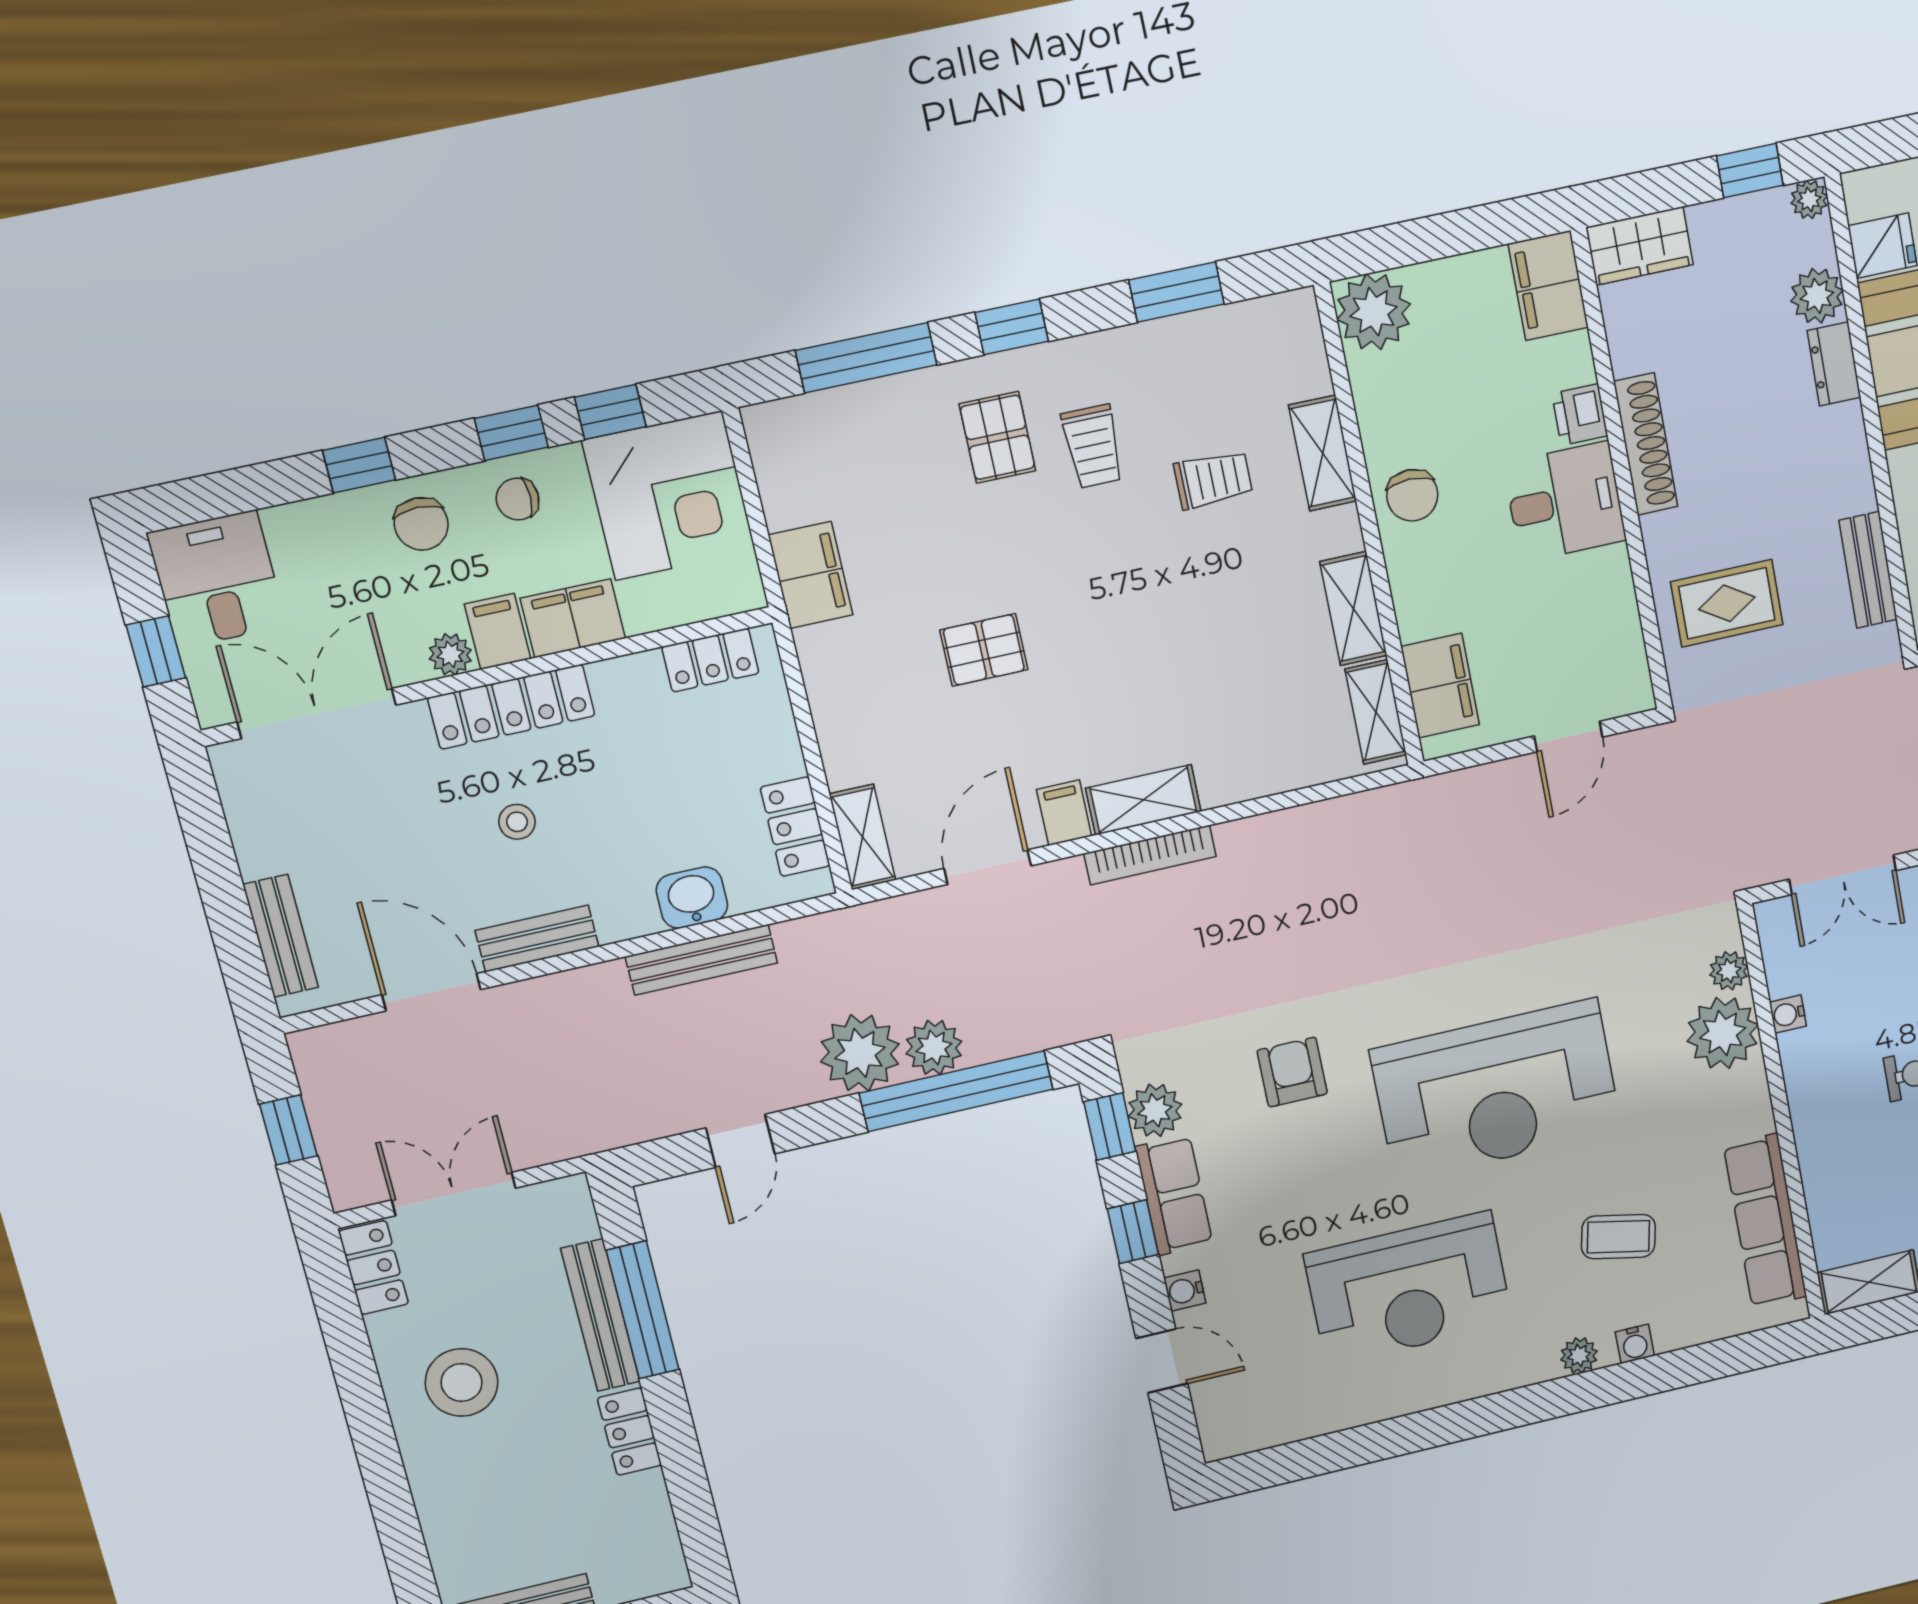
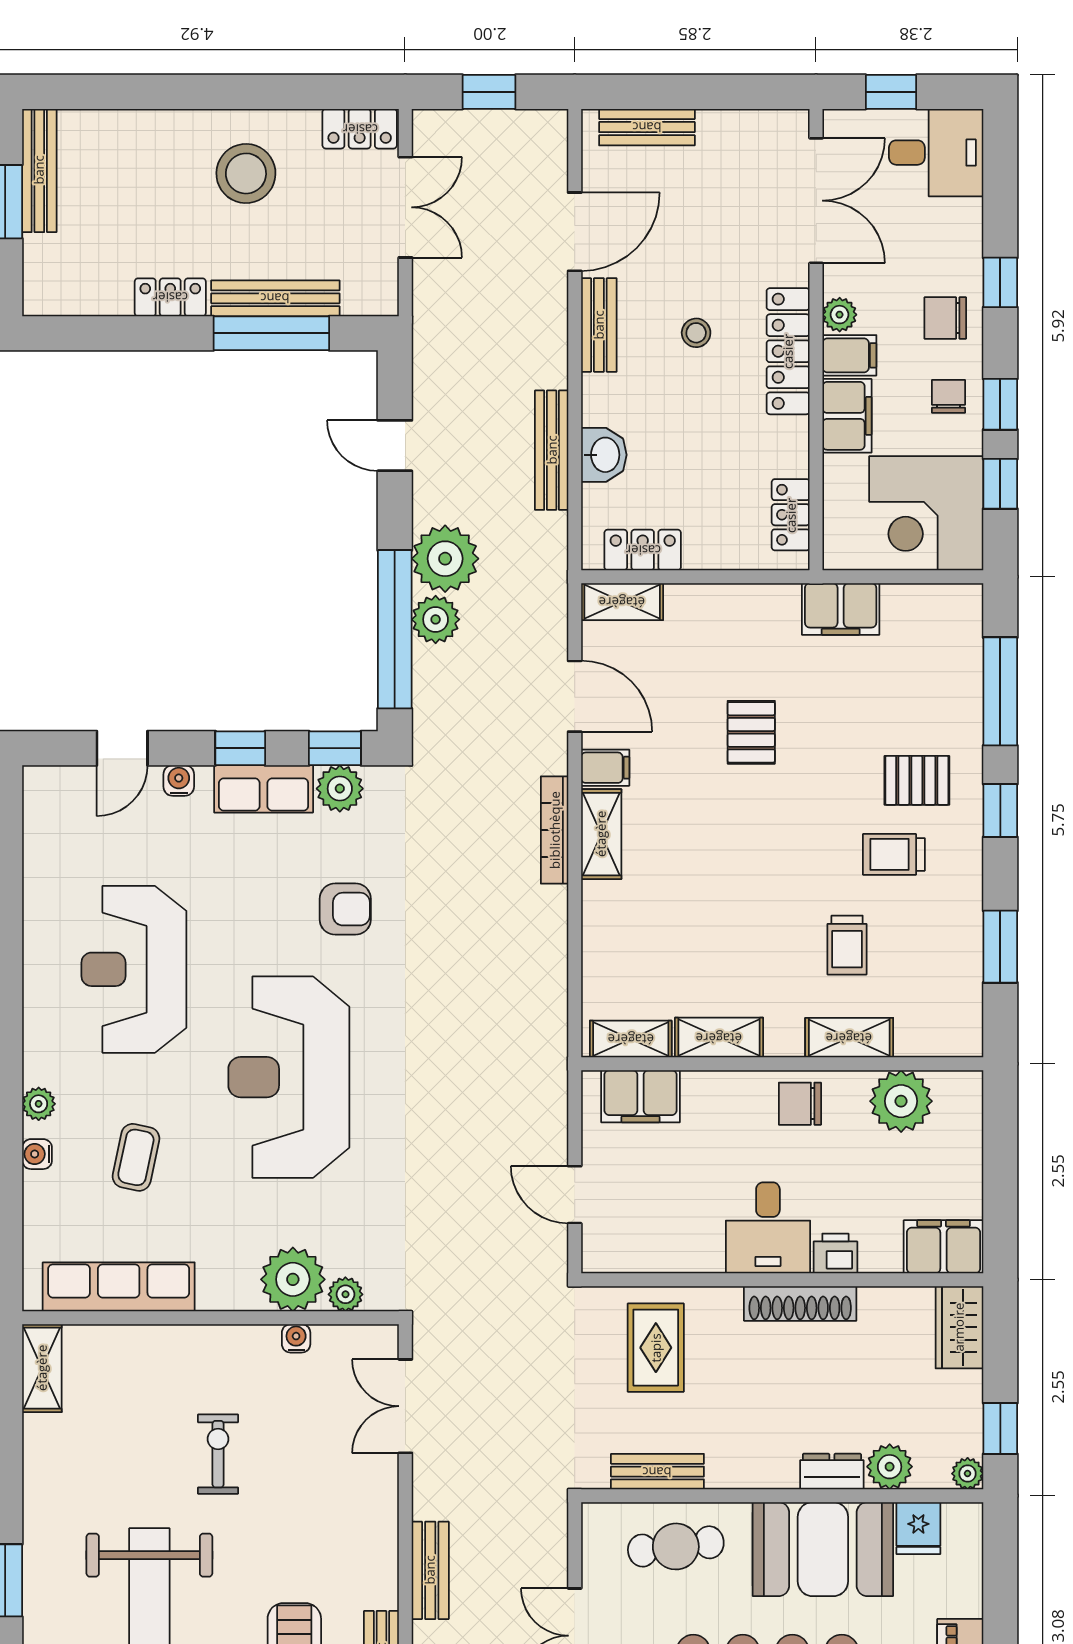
plant: (1374, 312) -> (901, 1101), moved

